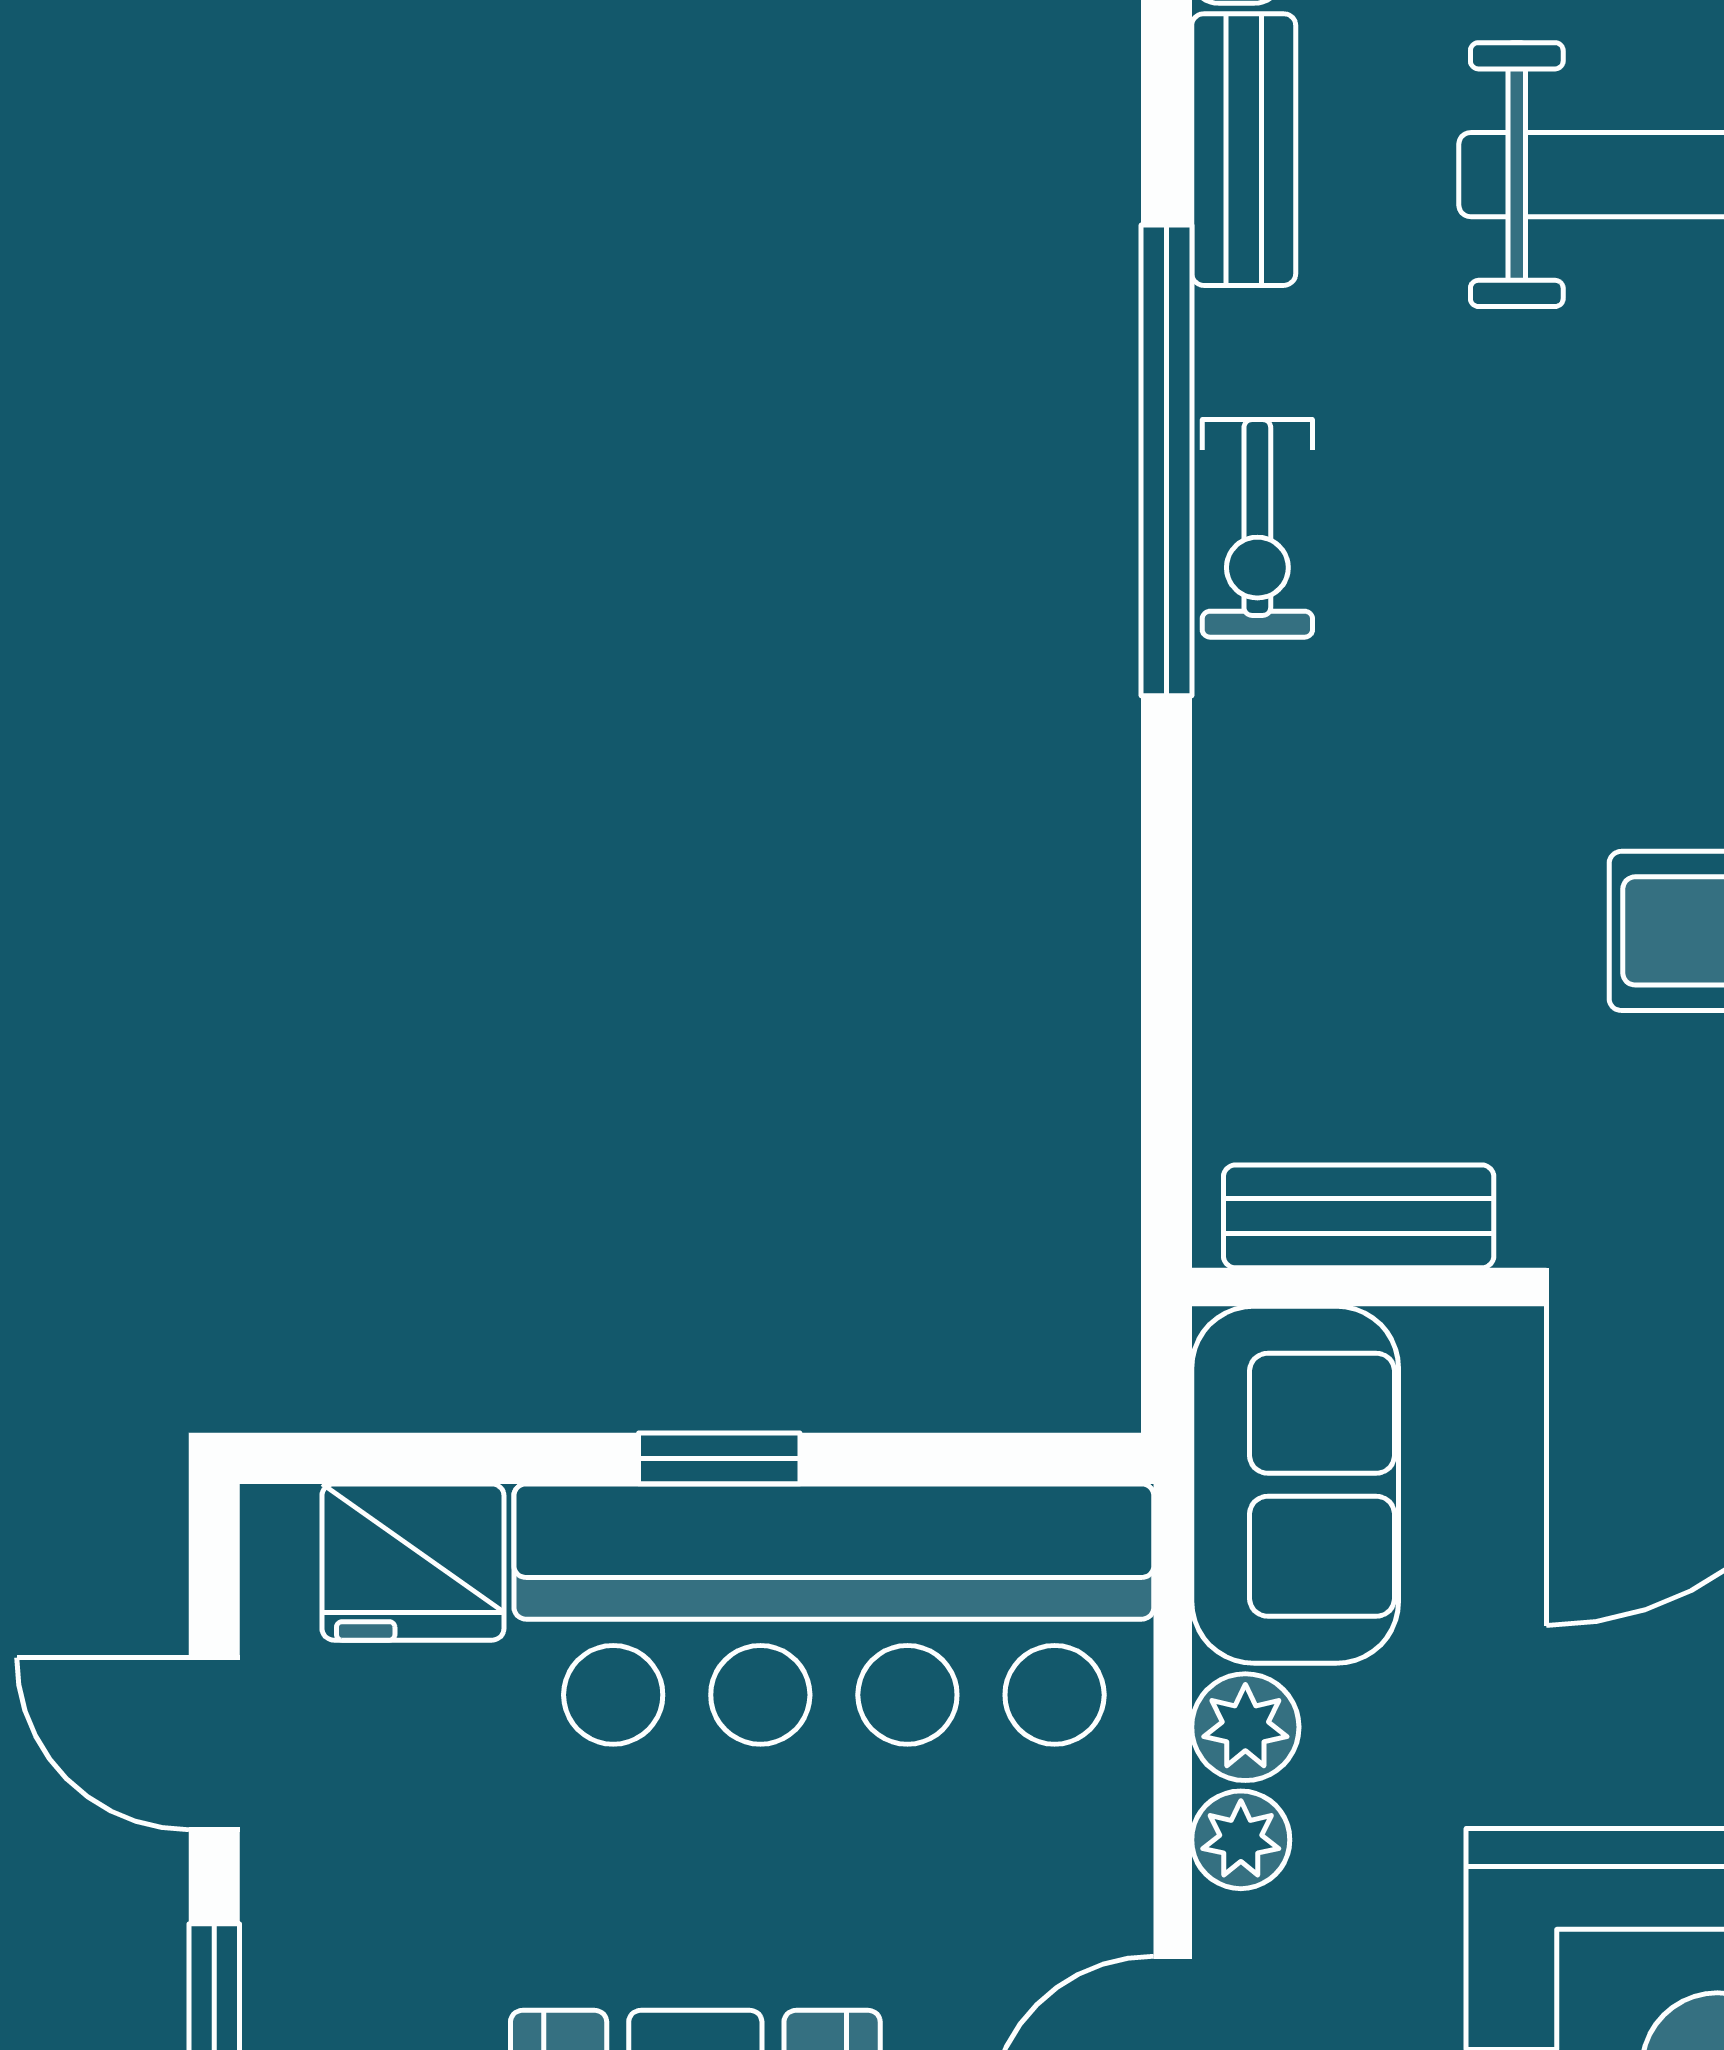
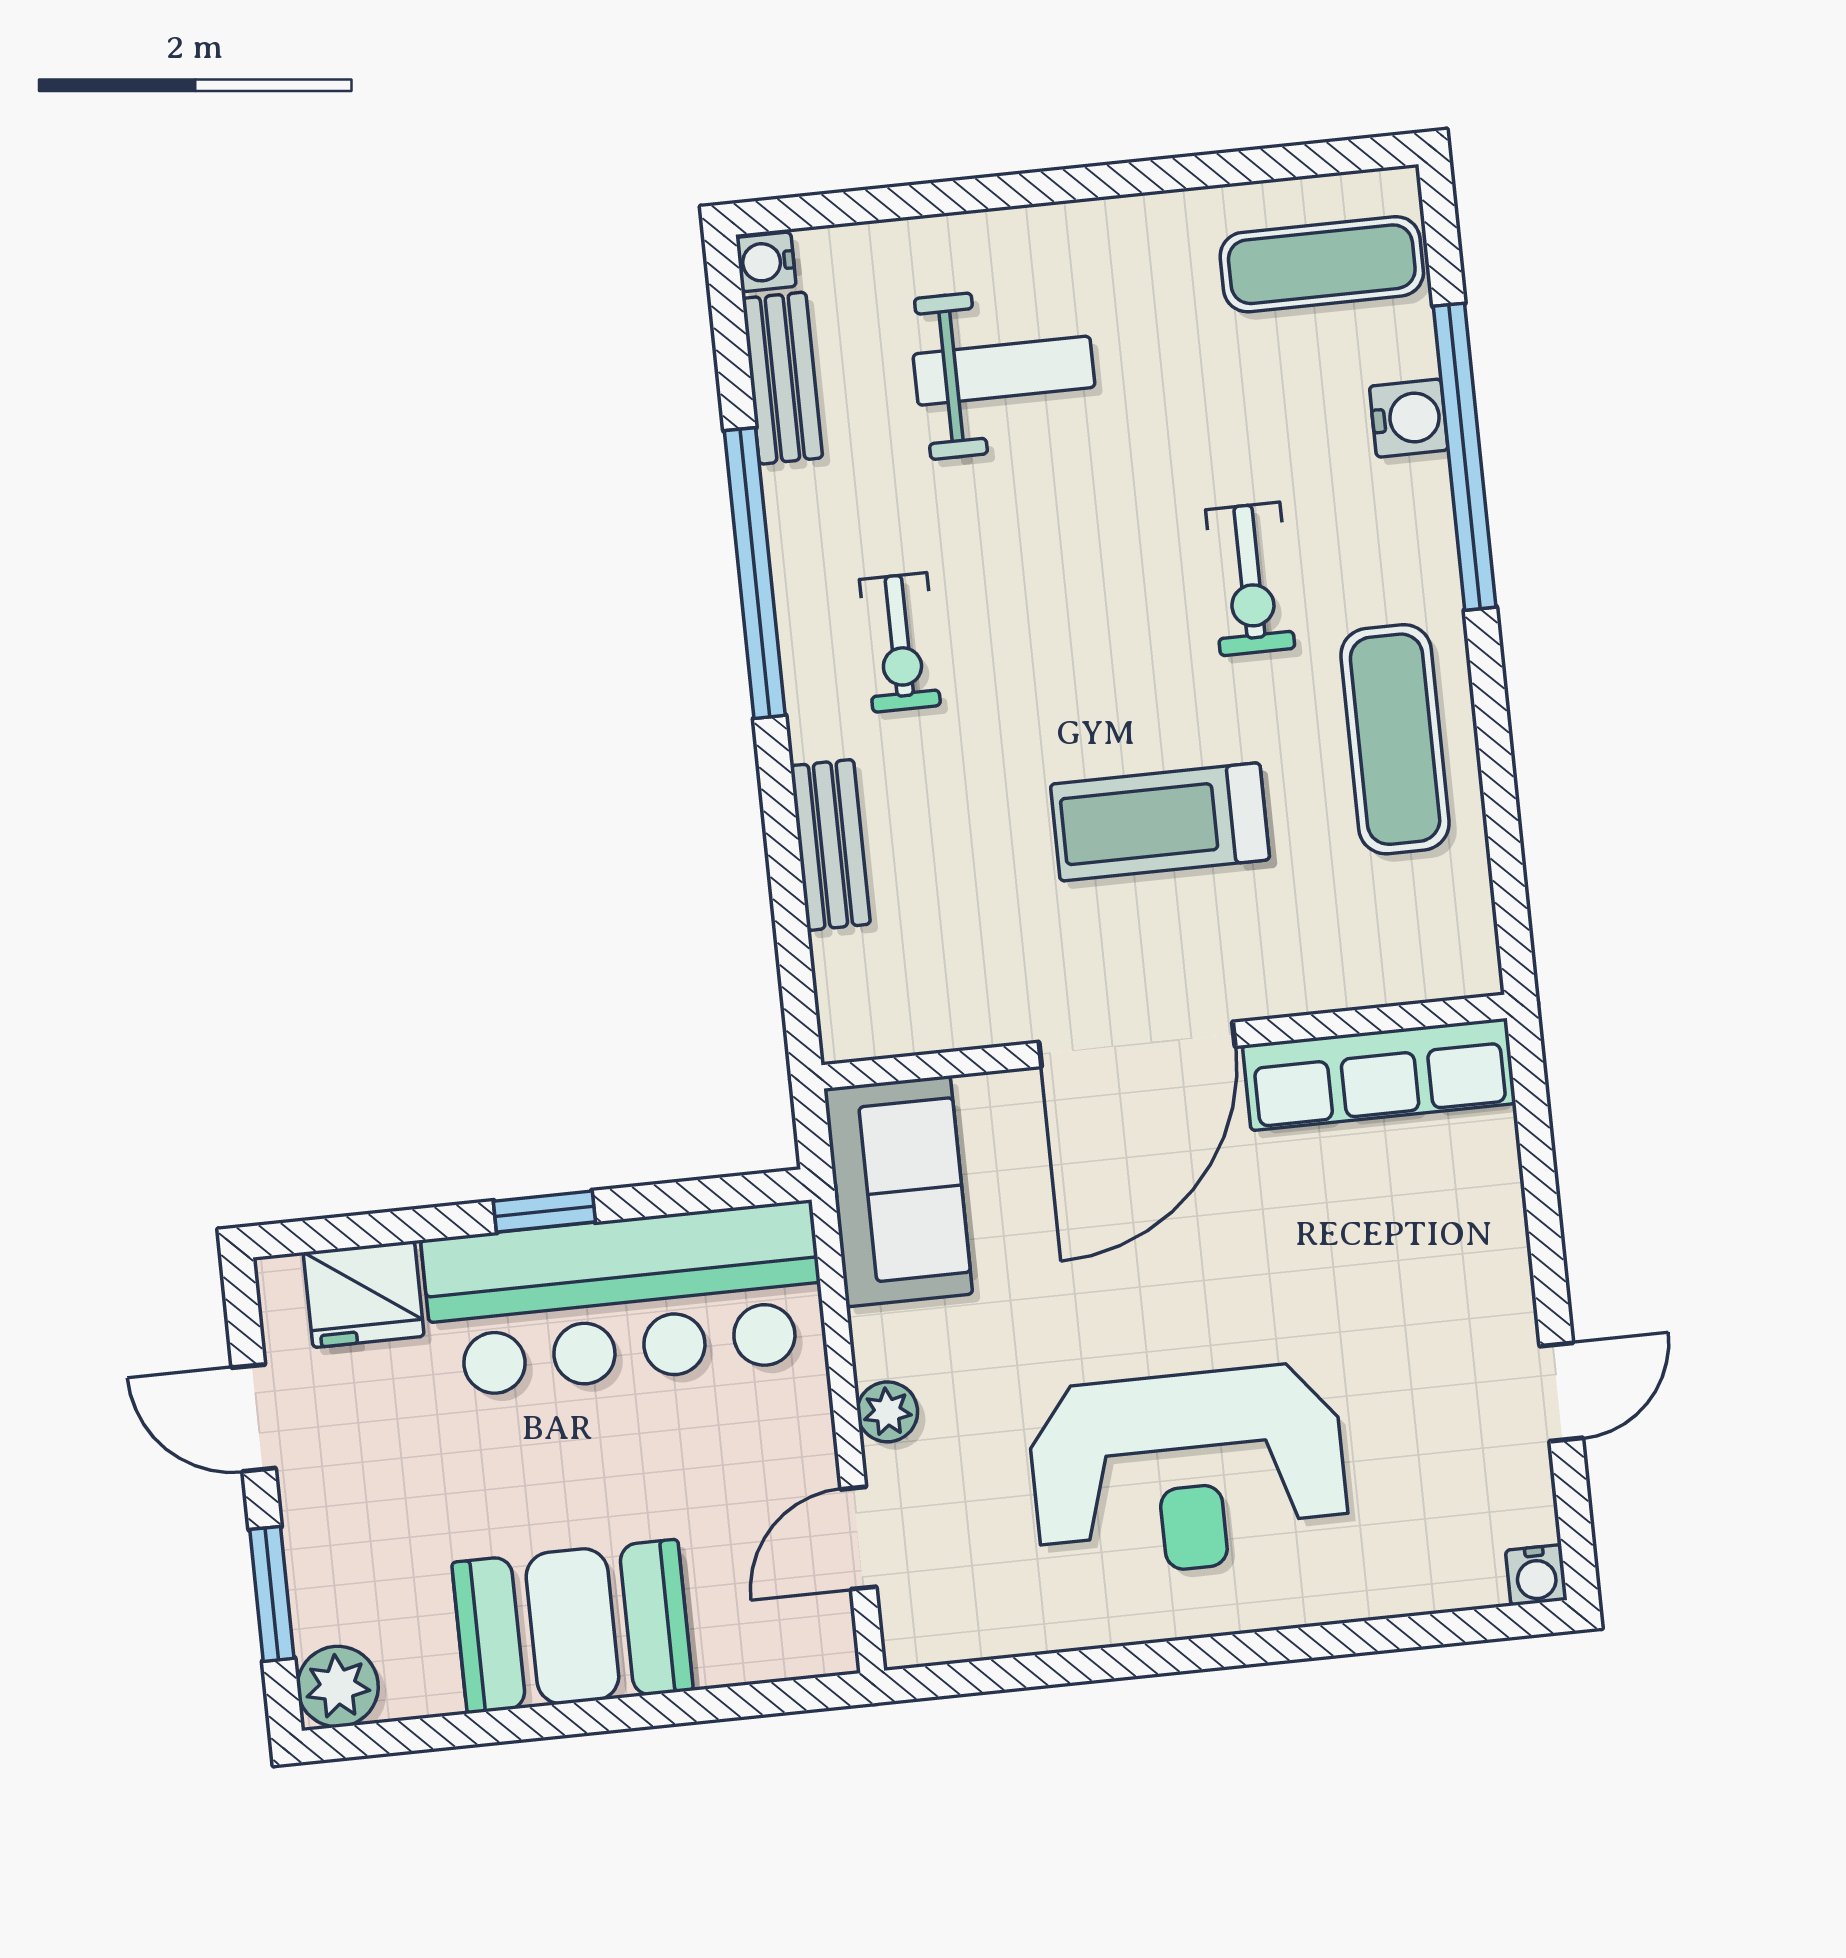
exercise bike: (1257, 528) -> (900, 642), moved
bench: (1359, 1216) -> (830, 845), moved, turned 90
plant: (1245, 1727) -> (883, 1343), removed

